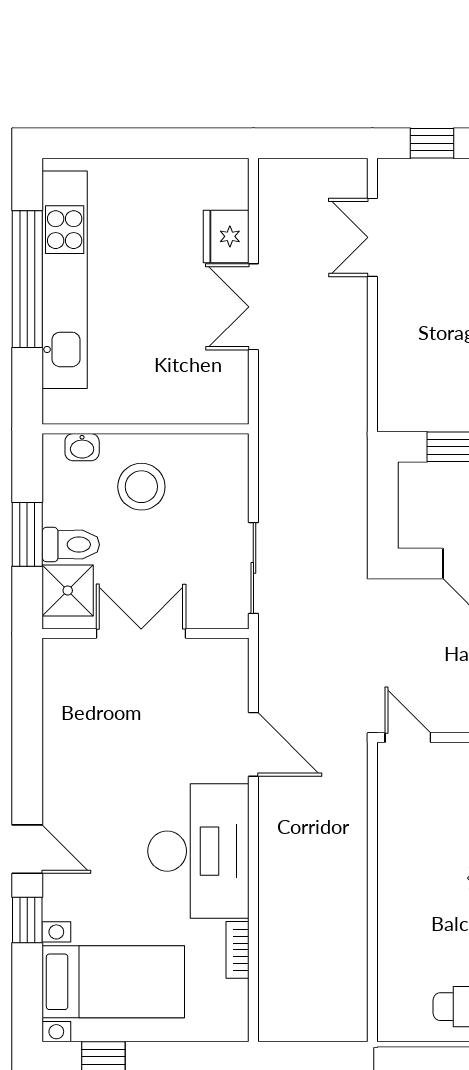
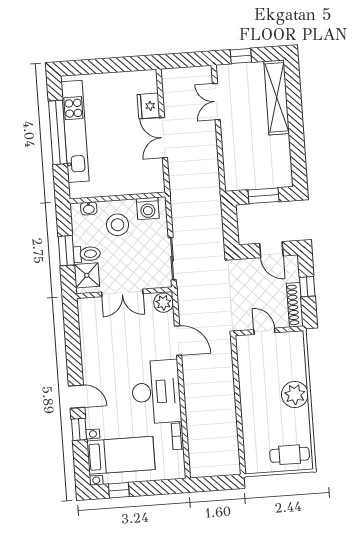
washing machine: (209, 456) -> (148, 209), added
double door: (141, 634) -> (122, 293), swing flipped
plant: (228, 661) -> (163, 303), added
door: (408, 738) -> (264, 331), moved

